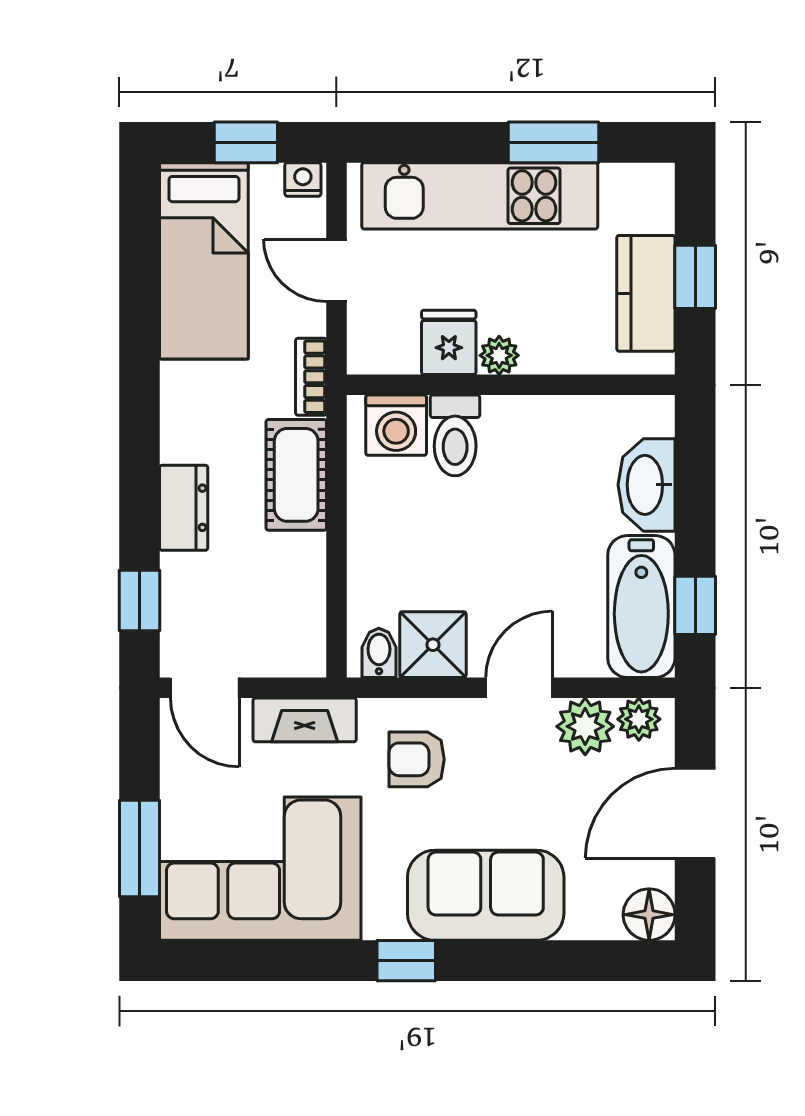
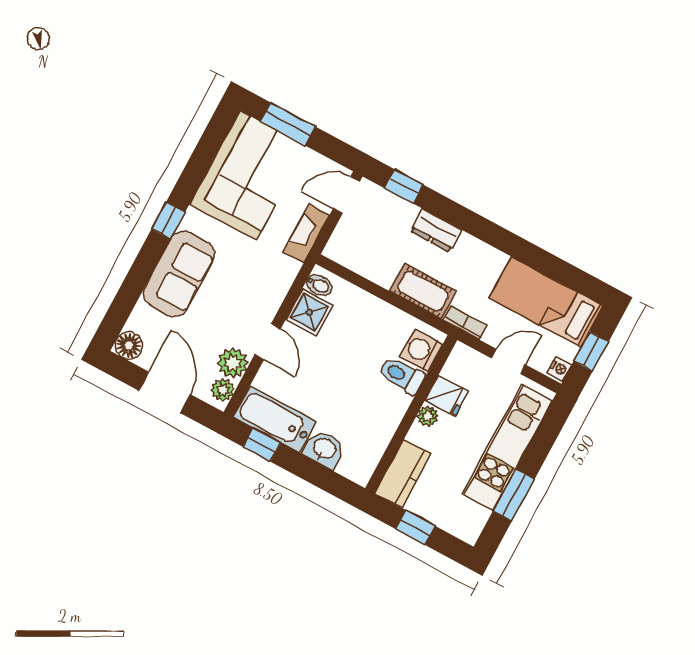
kitchen counter: (646, 293) -> (403, 474), moved, turned 90
washbasin: (647, 485) -> (324, 449), width x0.72
armchair: (417, 759) -> (260, 276), removed

